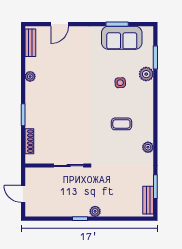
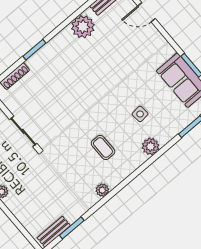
plant: (146, 74) -> (150, 146), moved
plant: (30, 76) -> (83, 27), width x1.88, depth x1.88

